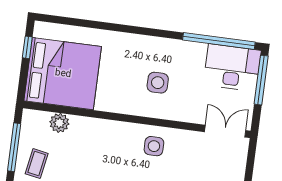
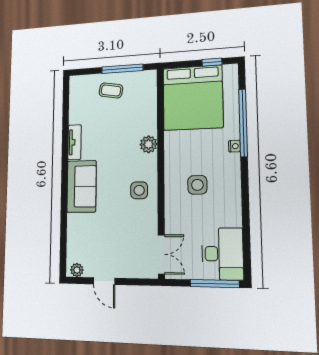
nightstand: (123, 38) -> (234, 146), added
window: (219, 41) -> (243, 123), moved
plant: (59, 123) -> (149, 144), moved

